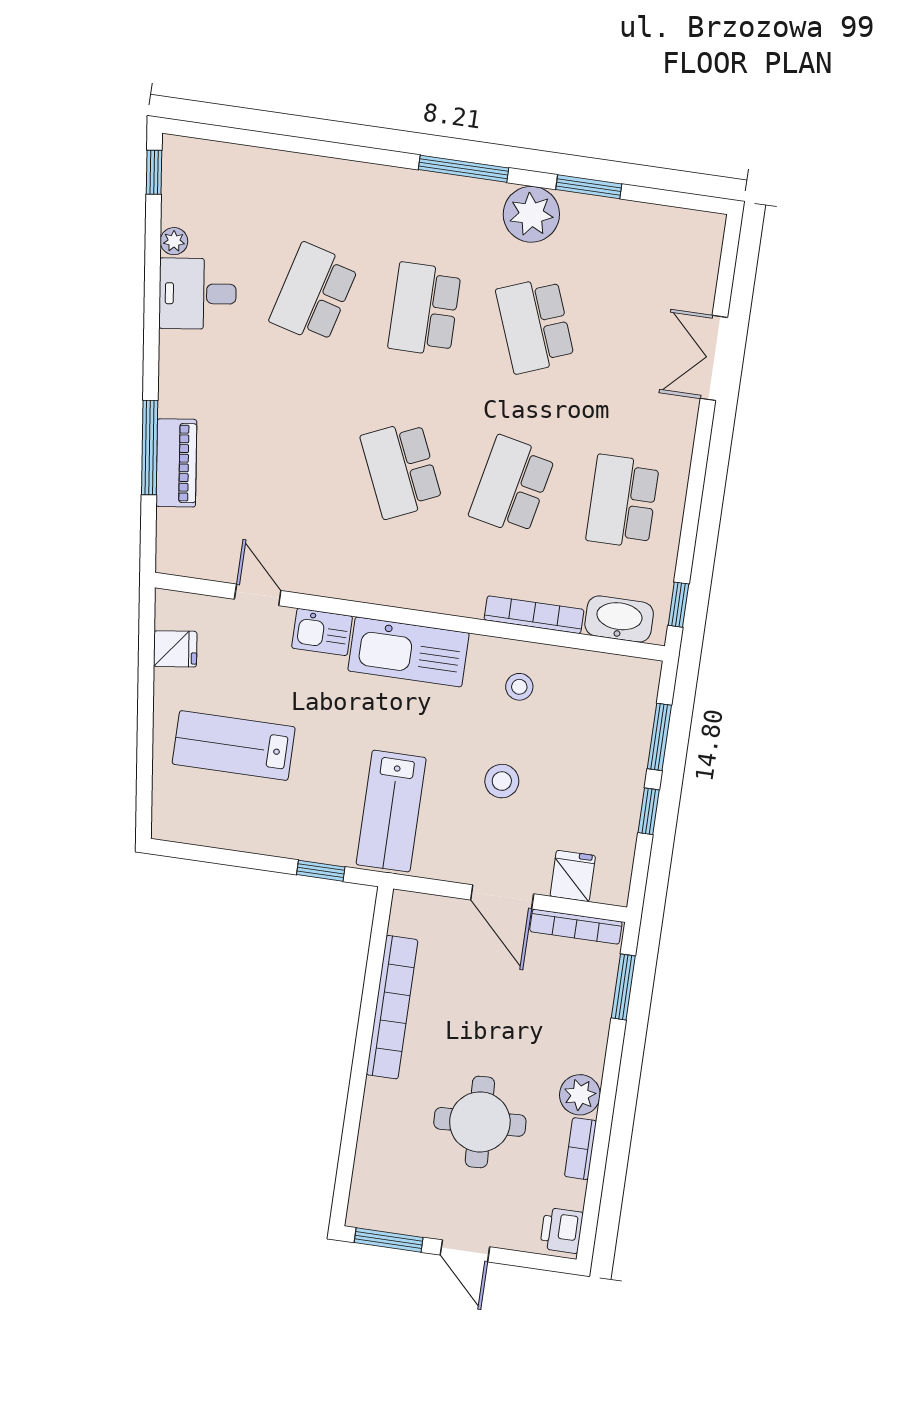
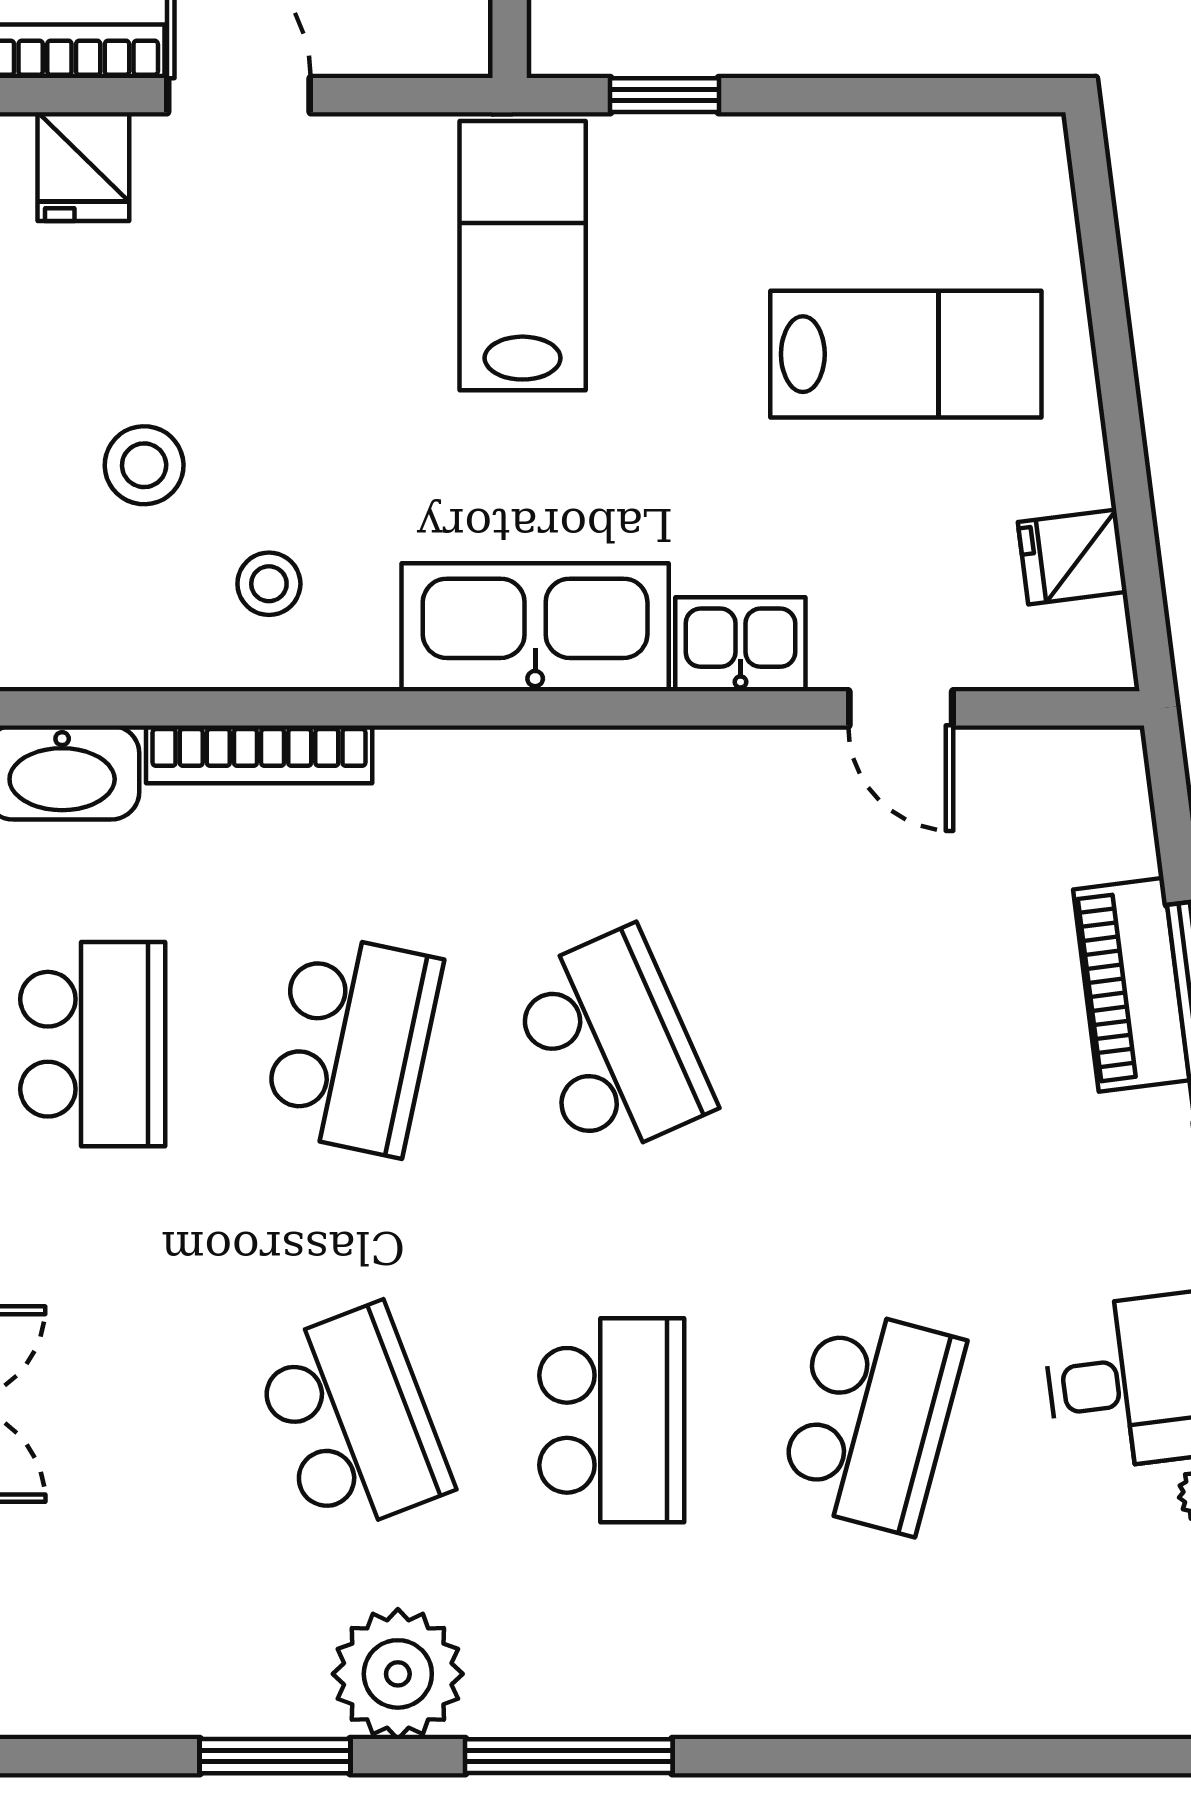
stool: (502, 781) -> (144, 465), moved

